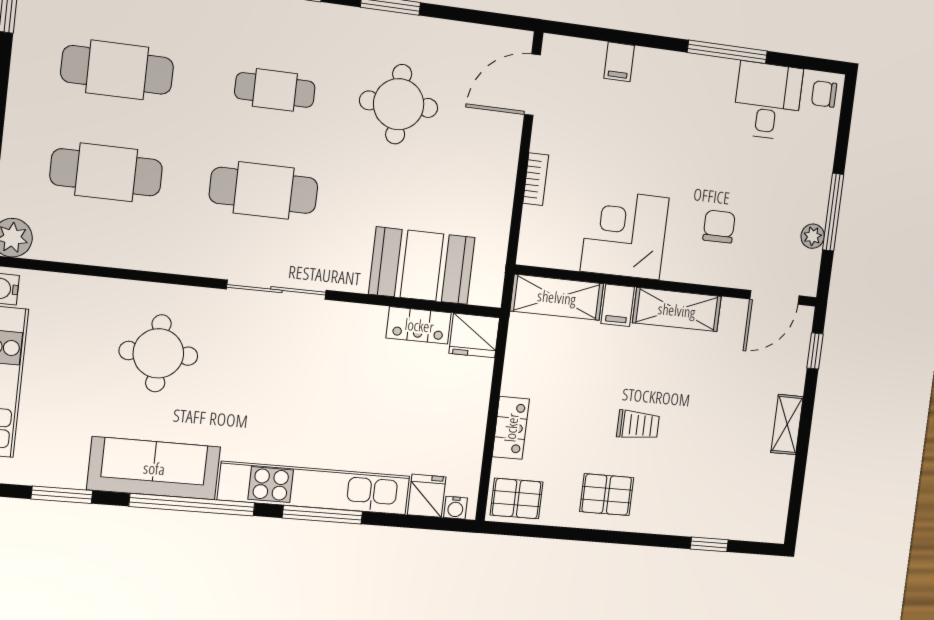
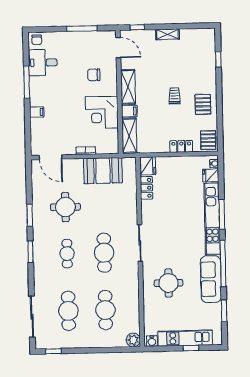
filing cabinet: (619, 62) -> (37, 112), moved
plant: (813, 236) -> (92, 36), removed
booth: (422, 266) -> (103, 171), moved, turned 90

